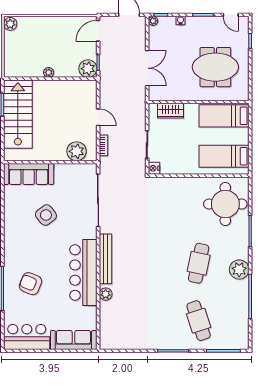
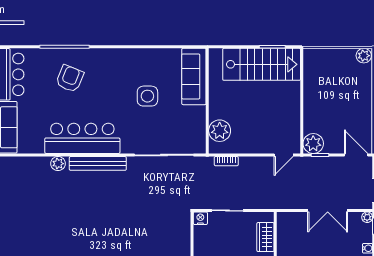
double door: (147, 68) -> (328, 211), moved
plant: (49, 72) -> (309, 99), removed
door: (98, 117) -> (284, 155), moved
side table: (46, 215) -> (147, 96), turned 38

